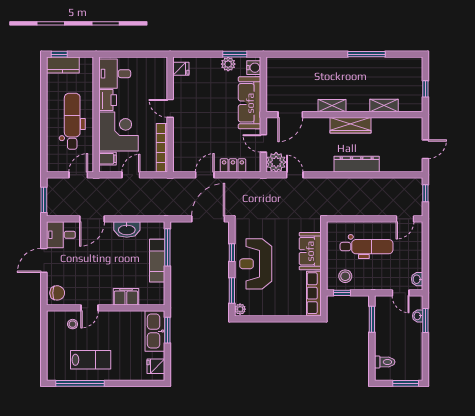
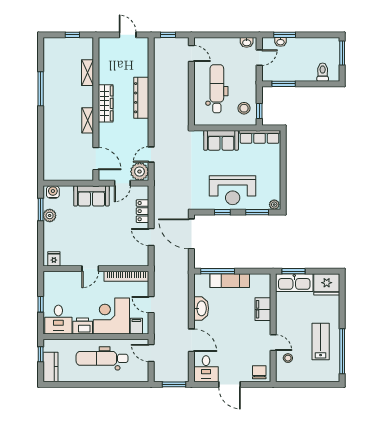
window: (59, 54) -> (41, 354), moved
window: (131, 54) -> (41, 304), added
sofa: (250, 103) -> (91, 196), width x0.73
fridge: (156, 366) -> (327, 284), width x1.88, depth x1.34

